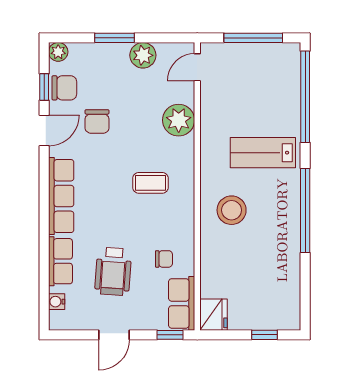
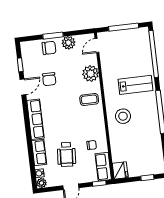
plant: (58, 52) -> (42, 183), moved
chair: (64, 88) -> (49, 48), moved
lab bench: (263, 153) -> (135, 85), turned 180
coffee table: (150, 183) -> (89, 99), moved

